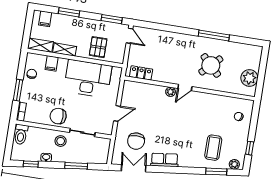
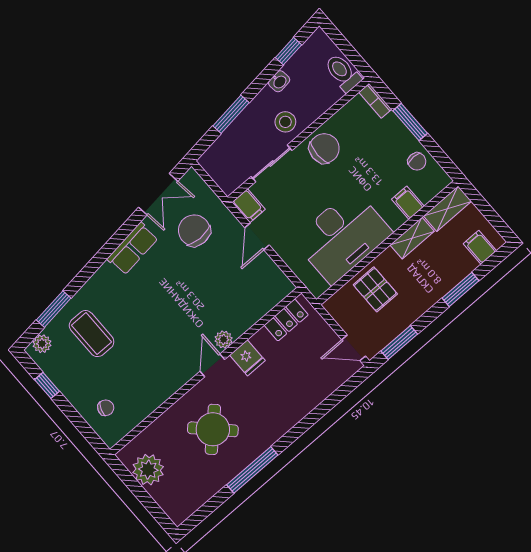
fridge: (170, 76) -> (247, 358), added
filing cabinet: (107, 127) -> (249, 206), added

